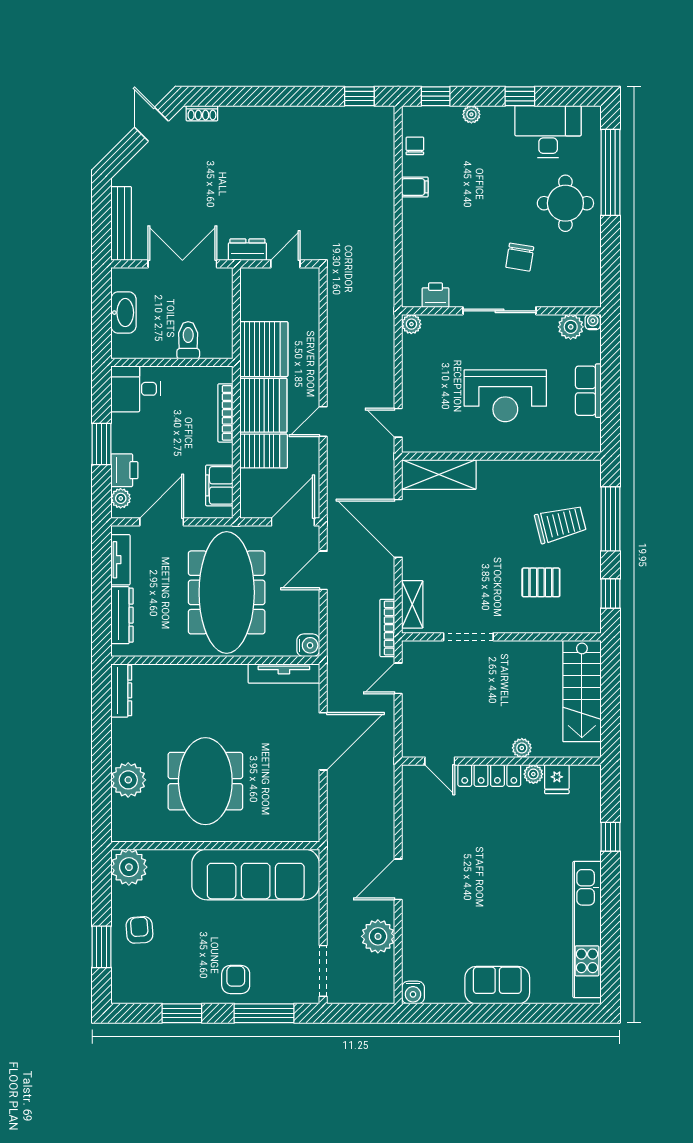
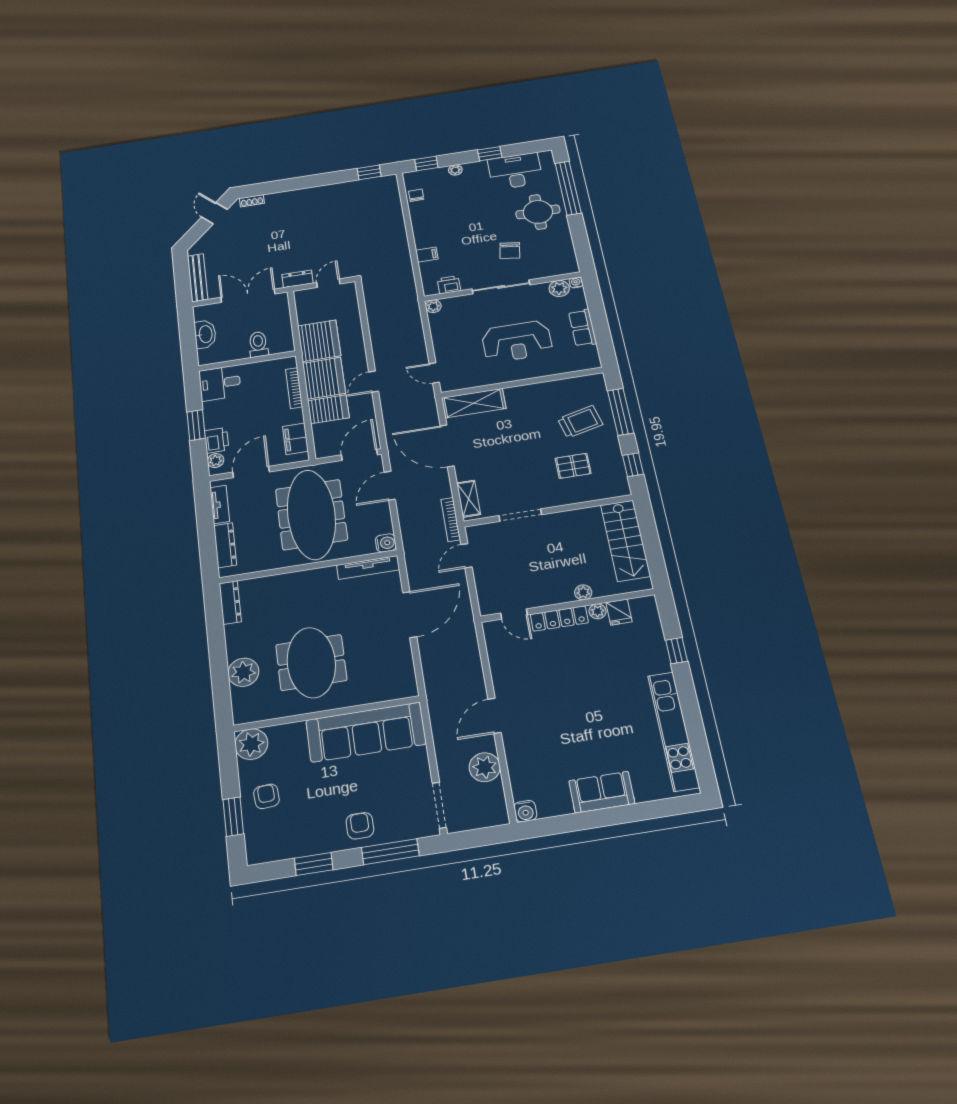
filing cabinet: (415, 187) -> (427, 255), moved

